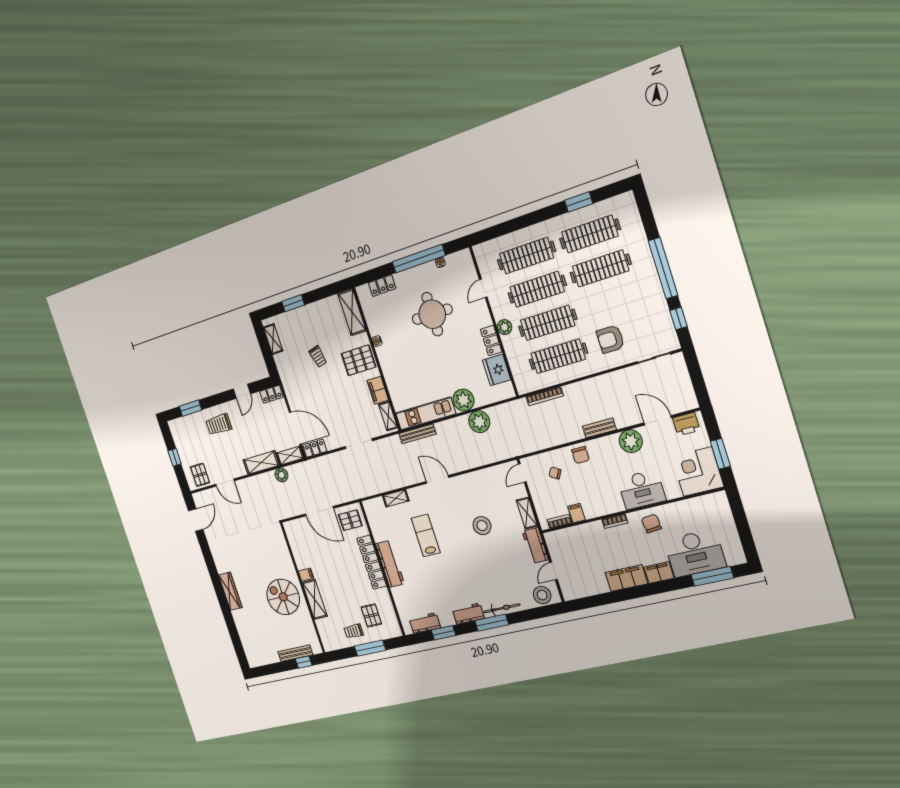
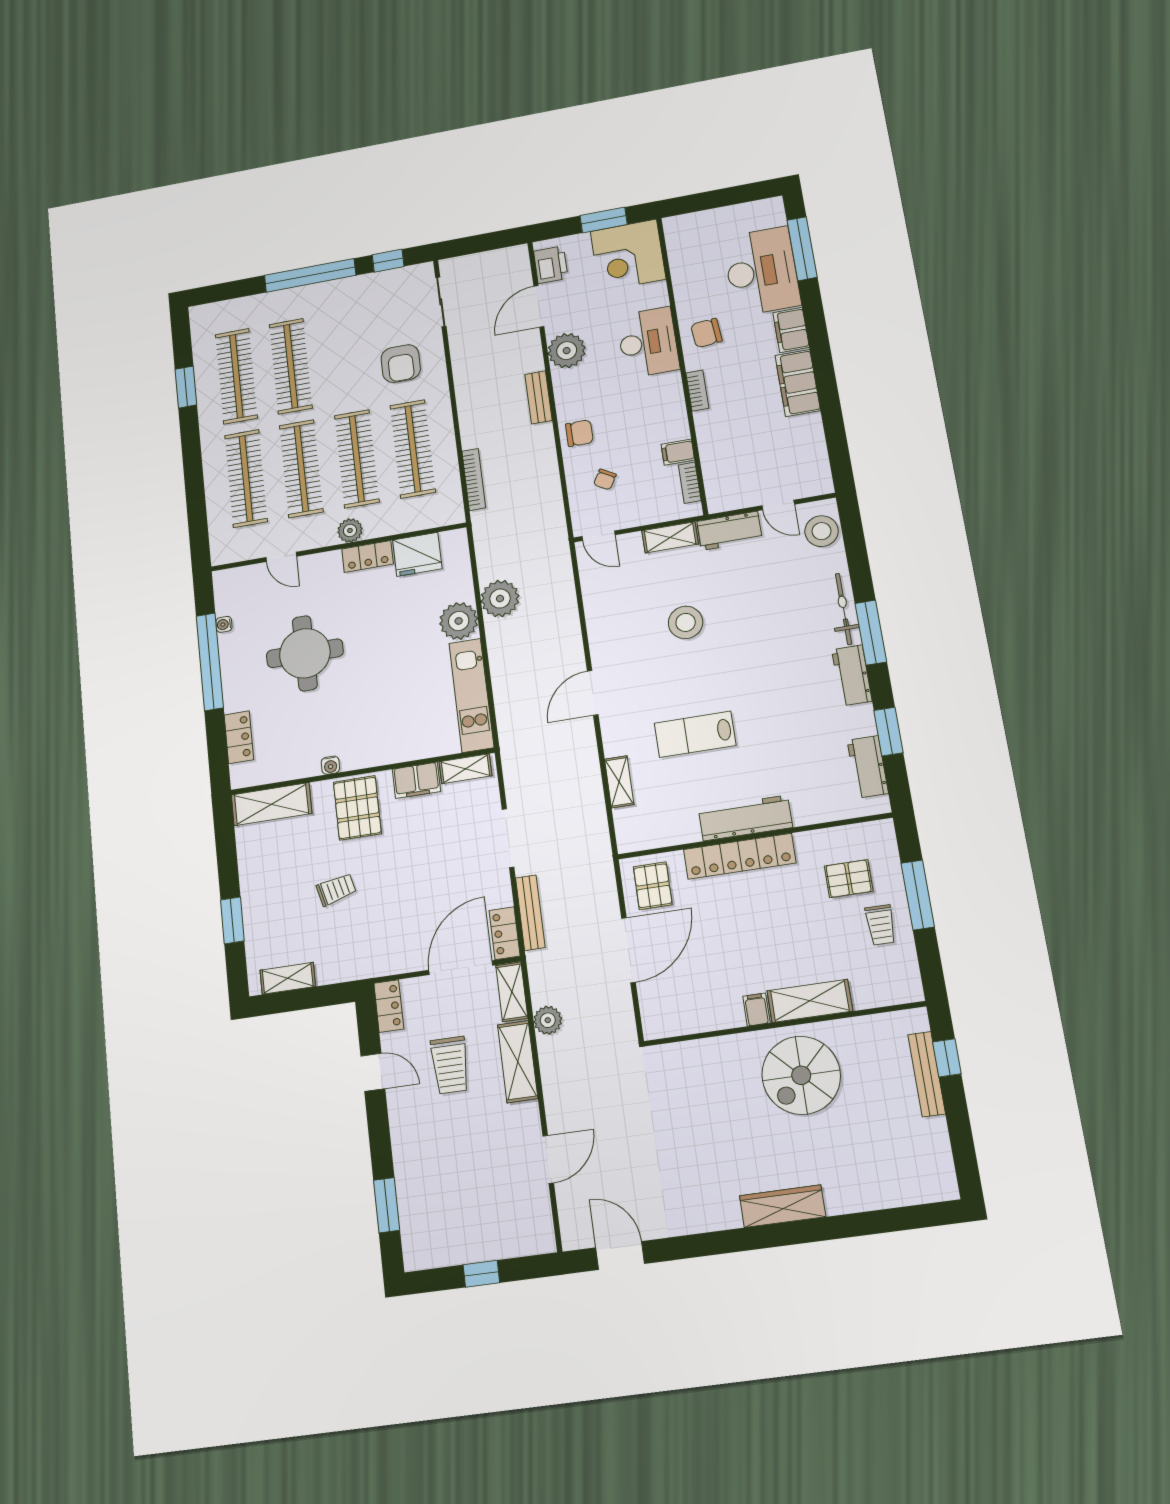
trolley: (219, 424) -> (450, 1065), moved
bench: (417, 434) -> (530, 913), moved
pallet: (200, 475) -> (525, 1218), removed

